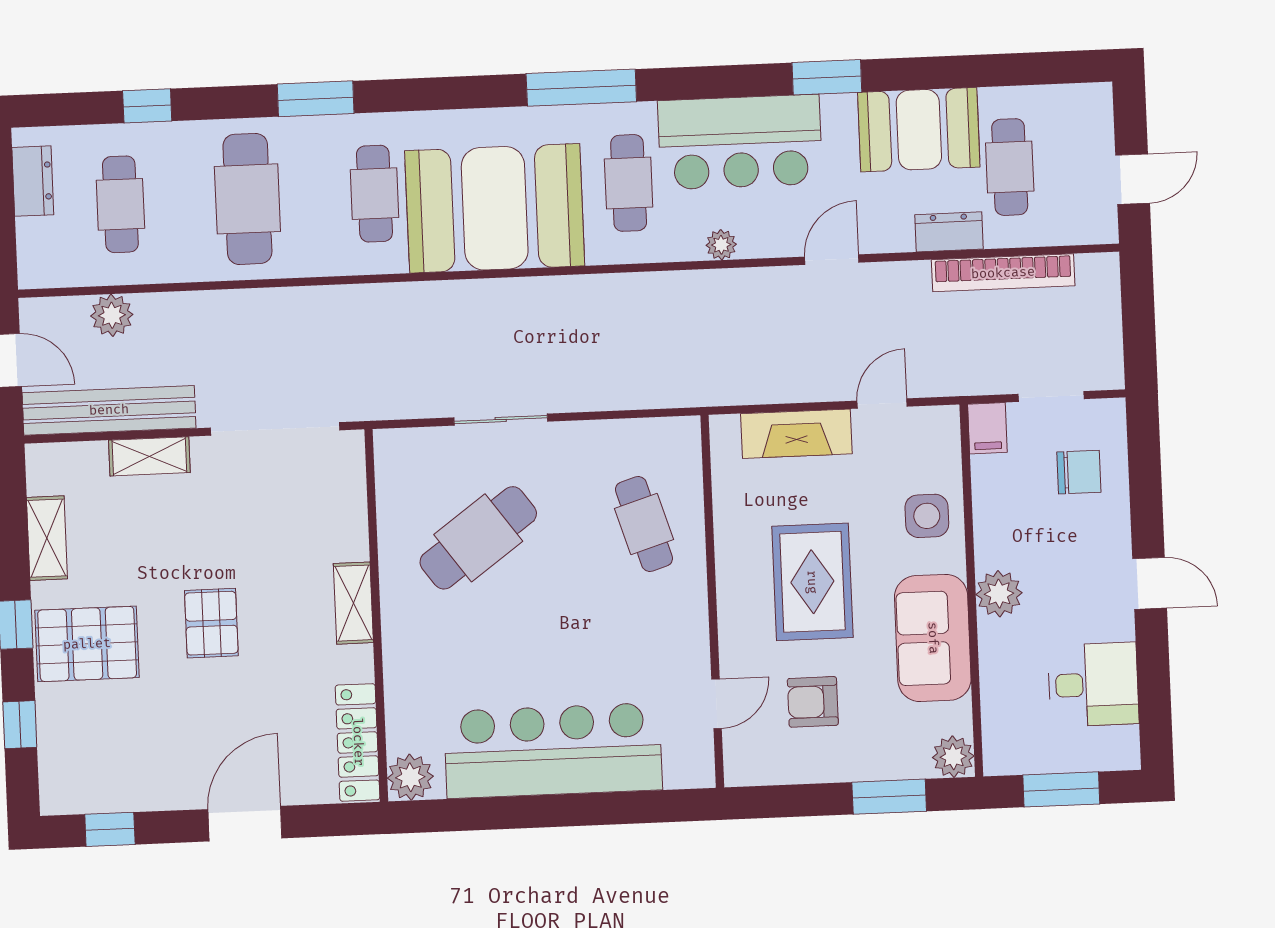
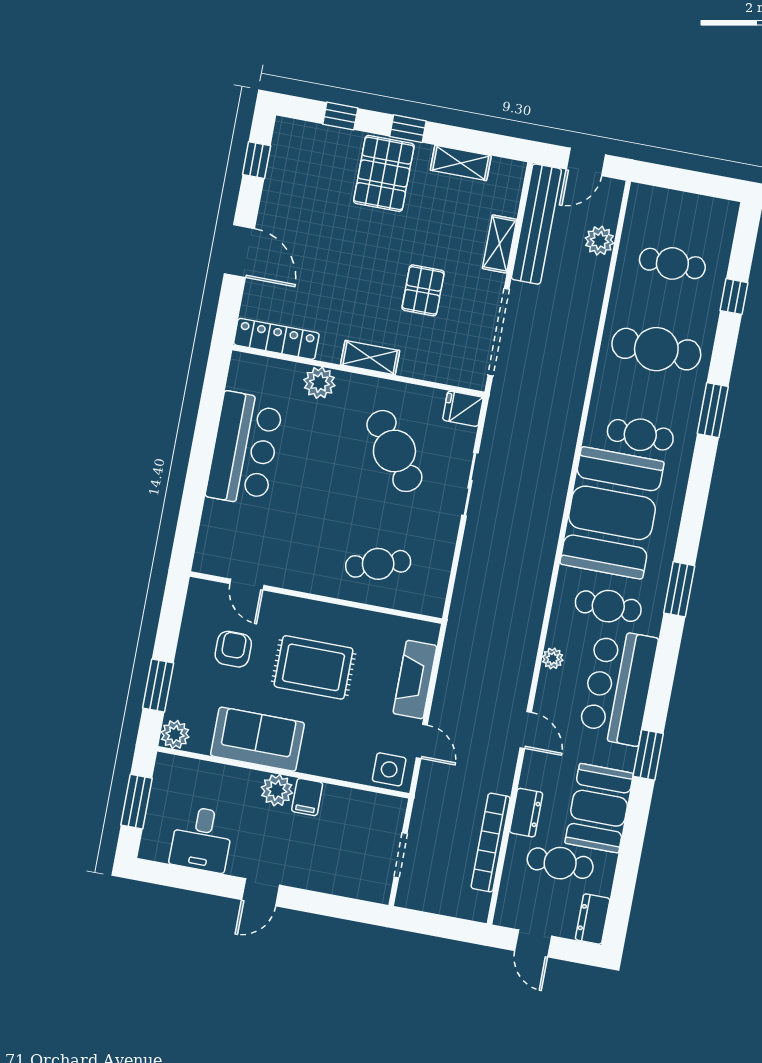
window: (581, 88) -> (679, 589), width x0.69
dresser: (33, 181) -> (593, 919), moved, turned 90
filing cabinet: (987, 428) -> (307, 797), moved, turned -90
fridge: (396, 454) -> (463, 409), added
chair: (1079, 472) -> (346, 862), removed
side table: (927, 516) -> (389, 769), moved
pallet: (211, 623) -> (423, 290), moved, turned 90
bar counter: (553, 751) -> (244, 449), width x0.73
plant: (410, 777) -> (319, 383), moved

